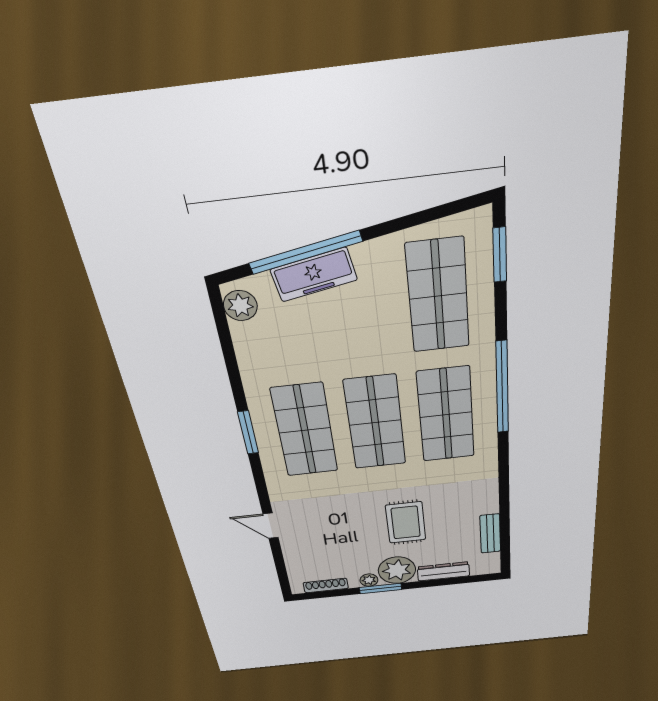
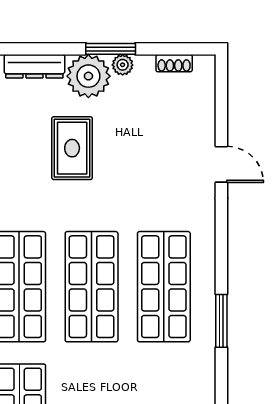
window: (248, 432) -> (221, 321), moved
shoe rack: (326, 586) -> (174, 63), width x0.70

